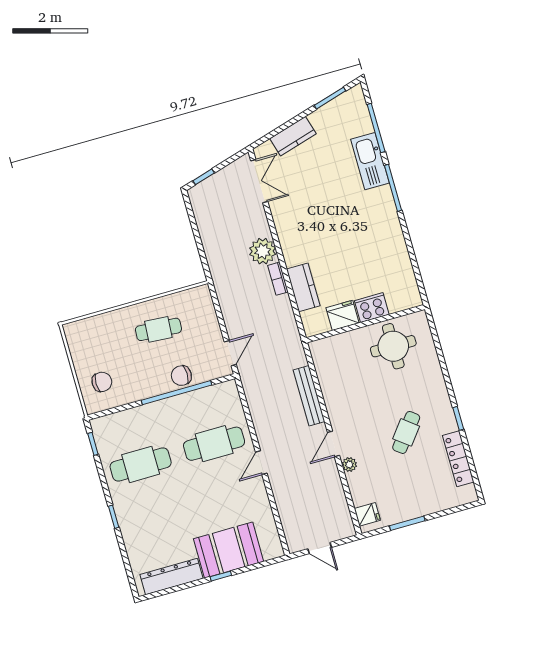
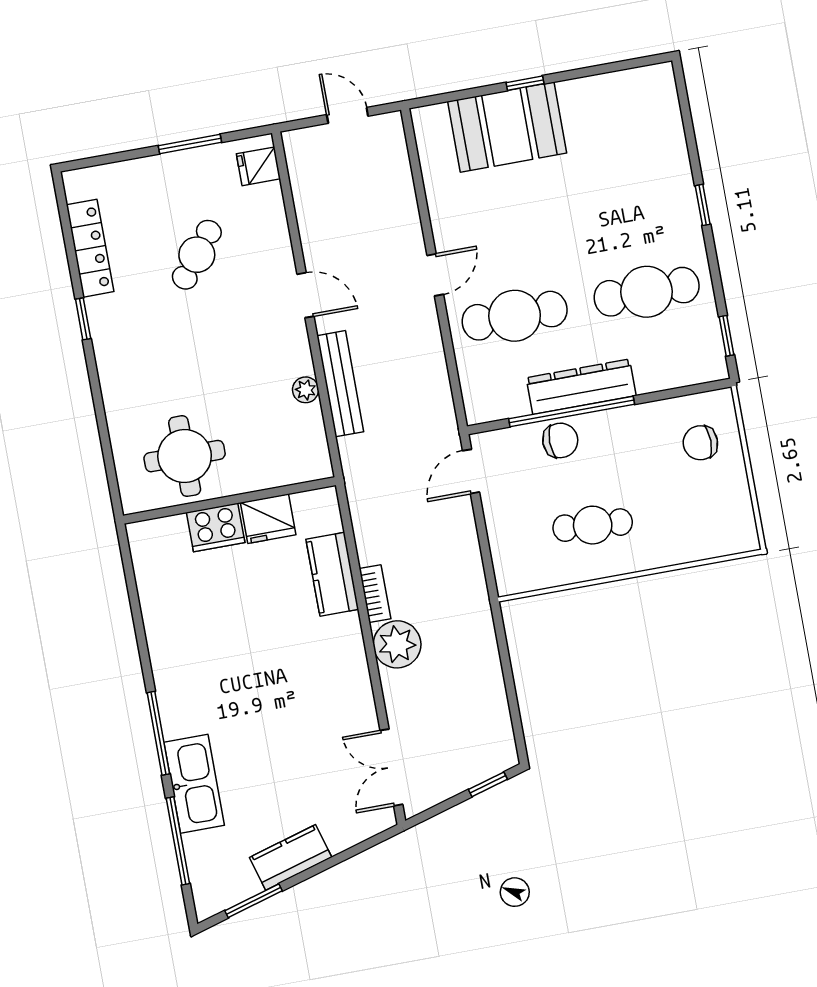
kitchen counter: (293, 136) -> (291, 857), moved
cafe table: (406, 432) -> (197, 255), moved
door: (334, 444) -> (306, 295), hinge flipped
plant: (349, 465) -> (306, 390), moved
dresser: (171, 577) -> (581, 387), moved, turned 180

